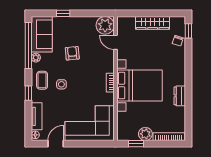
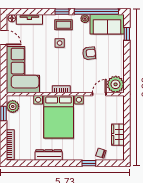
window: (63, 13) -> (127, 34), moved
wardrobe: (153, 23) -> (118, 135), width x0.67
window: (188, 31) -> (89, 163), moved
window: (28, 93) -> (62, 12), moved
dresser: (180, 96) -> (49, 155), width x1.44
plant: (145, 134) -> (13, 106), moved

